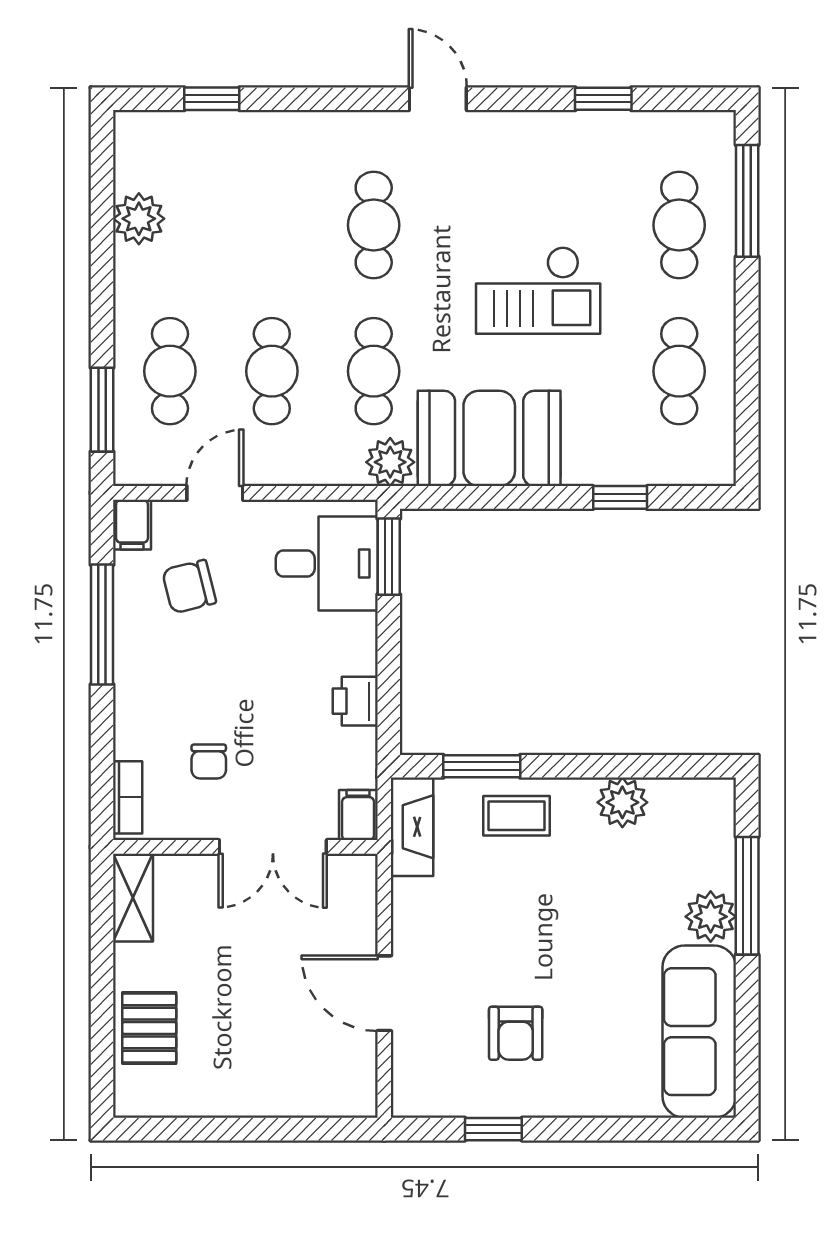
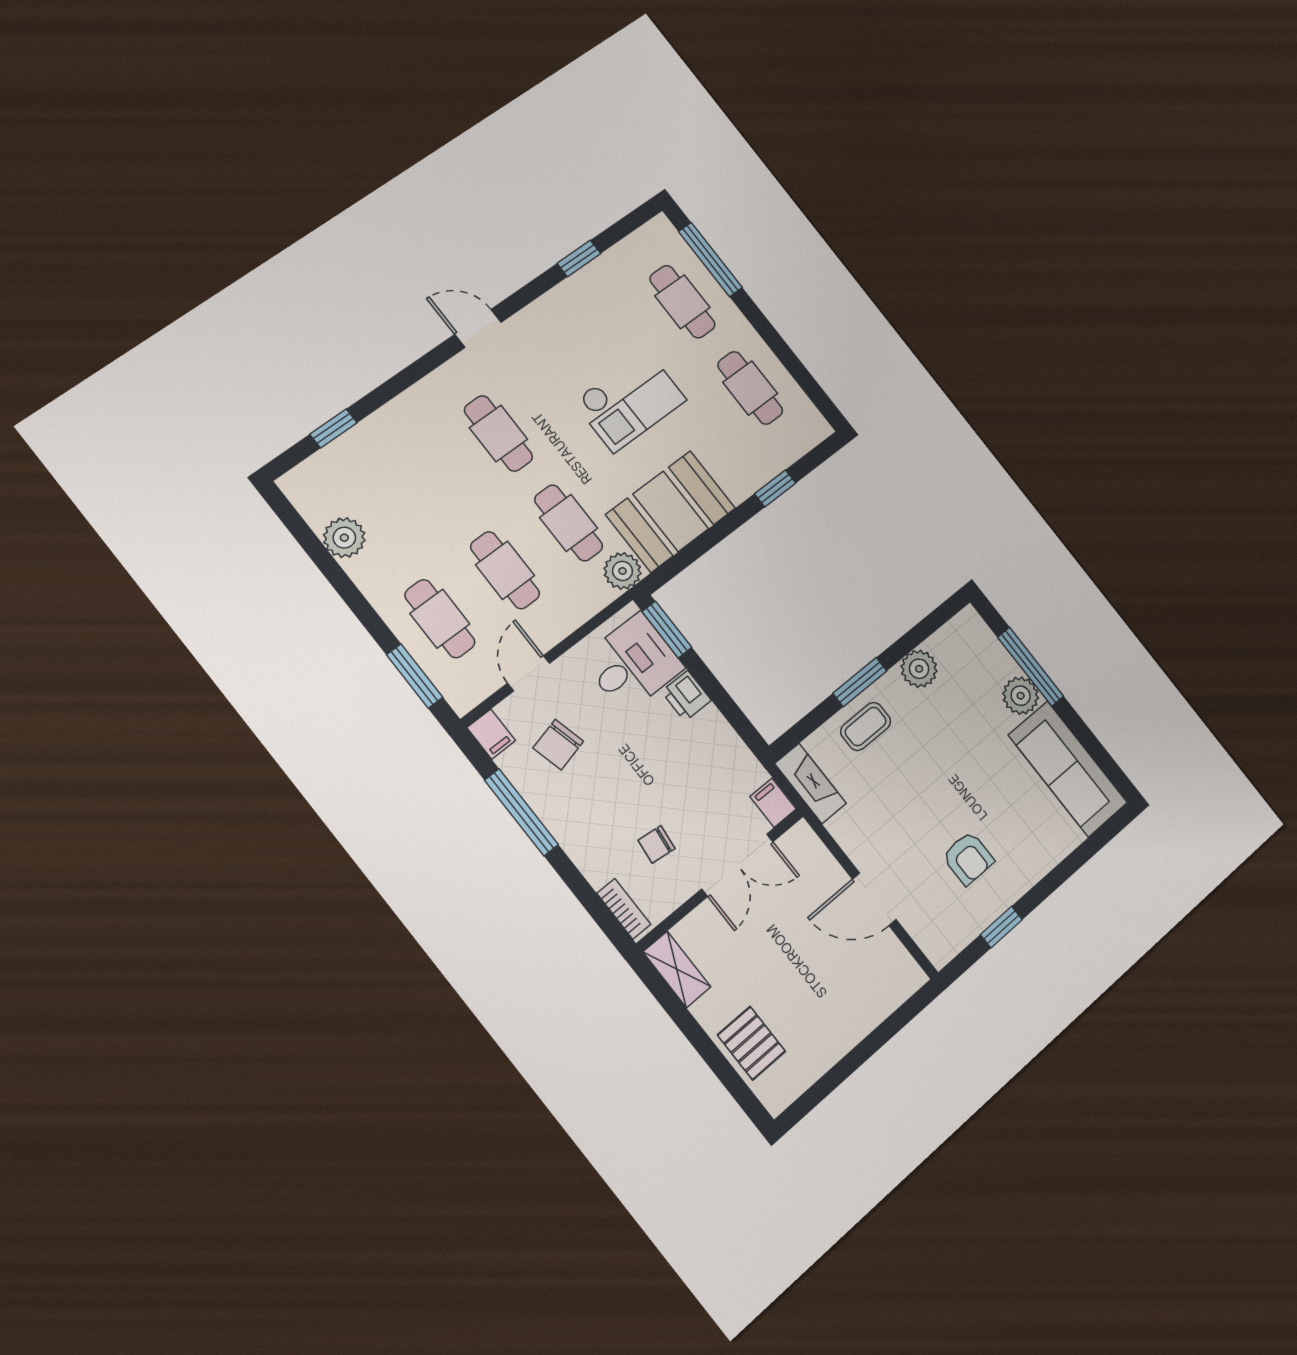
printer: (355, 701) -> (686, 696), moved
chair: (209, 762) -> (657, 844), turned 97
window: (482, 766) -> (860, 682), moved

